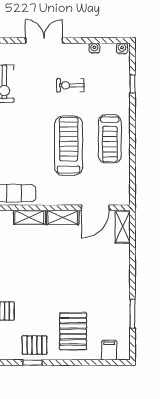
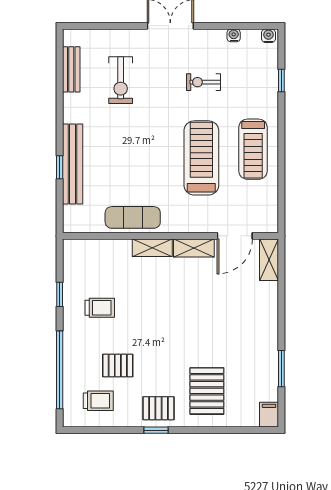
filing cabinet: (109, 350) -> (269, 415), moved

